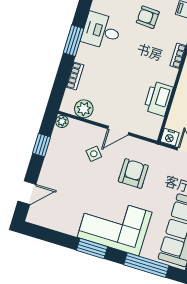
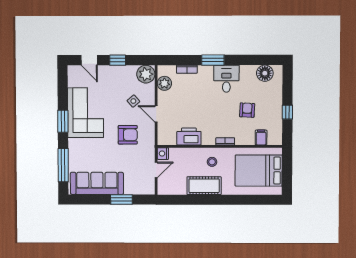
plant: (62, 121) -> (146, 74), width x1.88, depth x1.88
window: (42, 145) -> (118, 60), moved
corner sofa: (115, 225) -> (86, 113), moved

